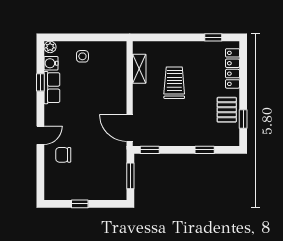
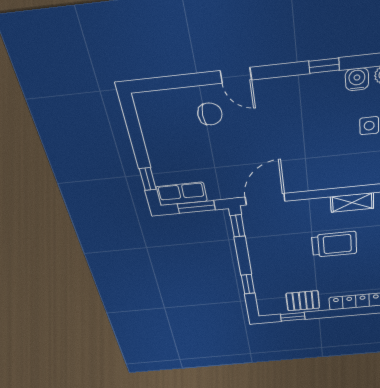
row of seats: (52, 88) -> (182, 194), moved, turned 180
chair: (63, 155) -> (210, 114), turned 90
window: (80, 204) -> (148, 179), moved

